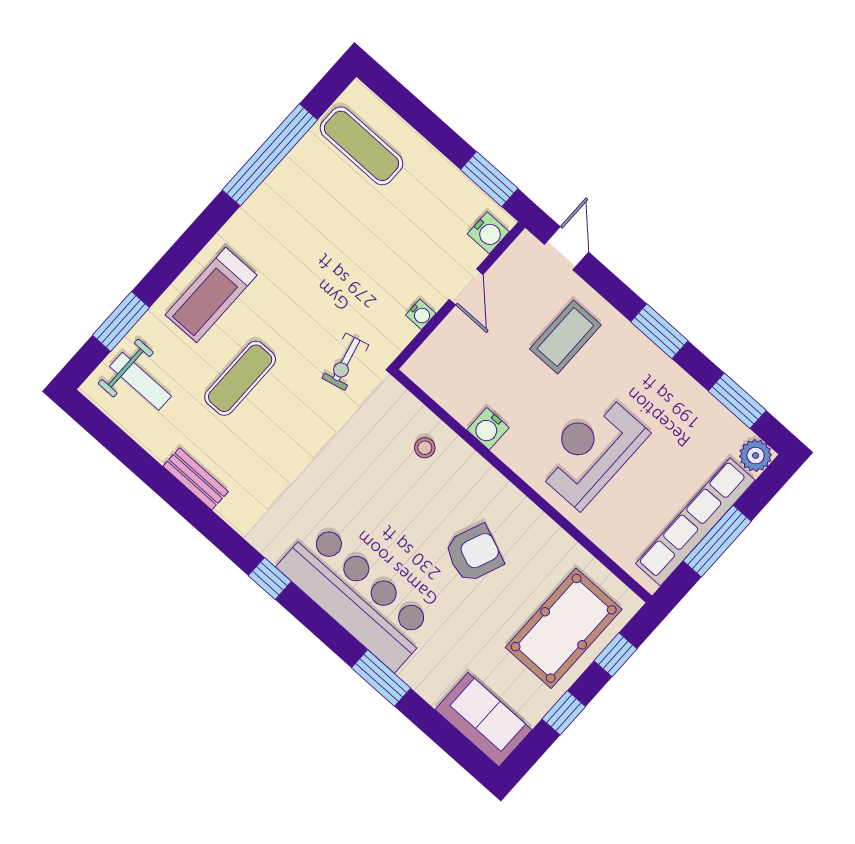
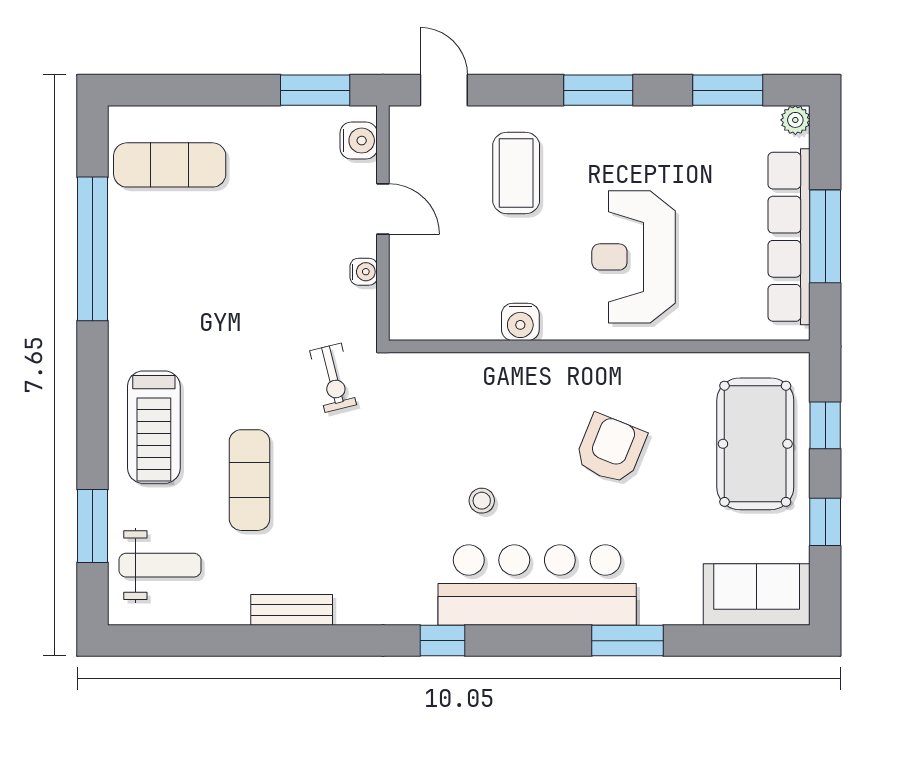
stool: (425, 448) -> (482, 501), moved
plant: (756, 455) -> (795, 120), width x0.73, depth x0.73

